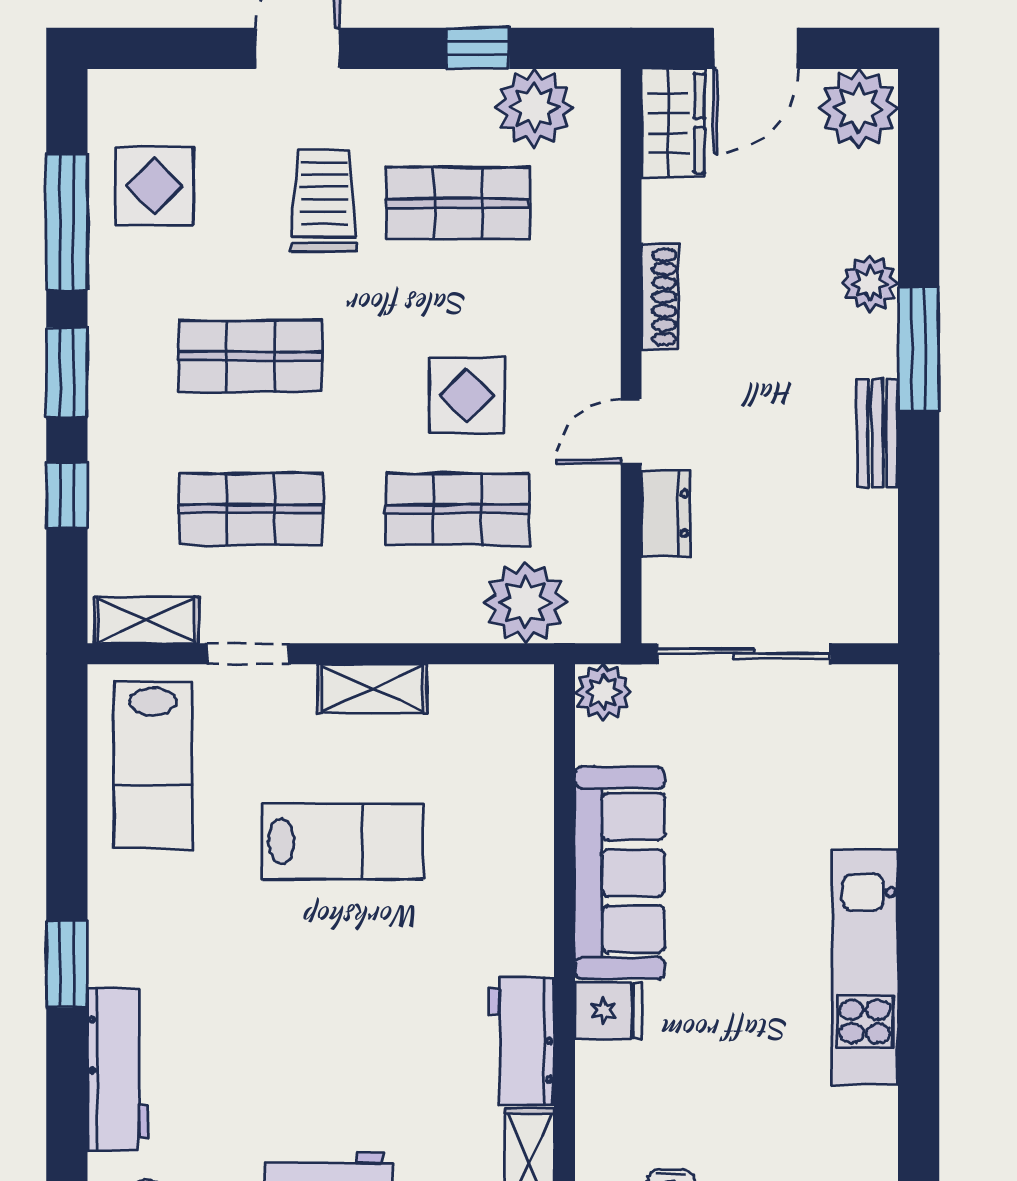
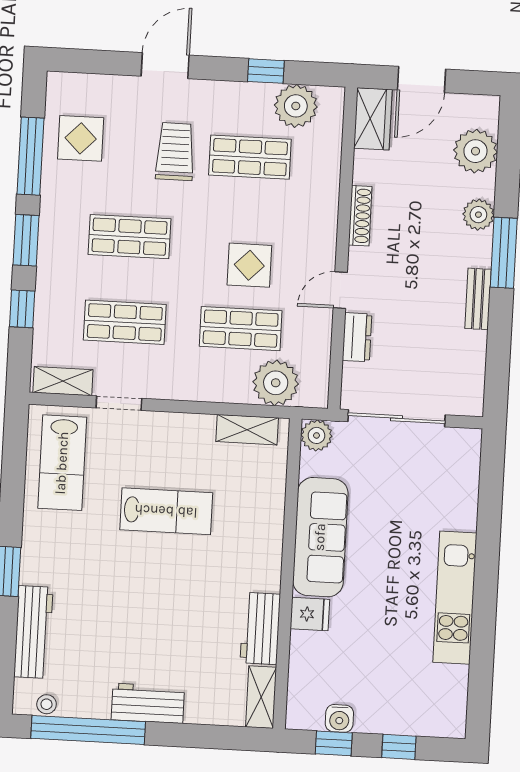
plant: (859, 108) -> (475, 151), moved
shelving: (372, 689) -> (247, 430), moved

